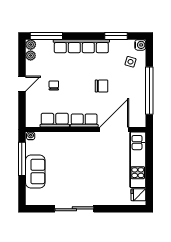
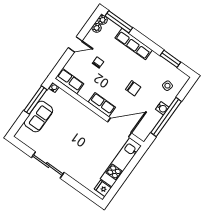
water cooler: (140, 45) -> (162, 108), moved
row of seats: (81, 46) -> (134, 44), width x0.73
row of seats: (55, 120) -> (69, 81), moved

